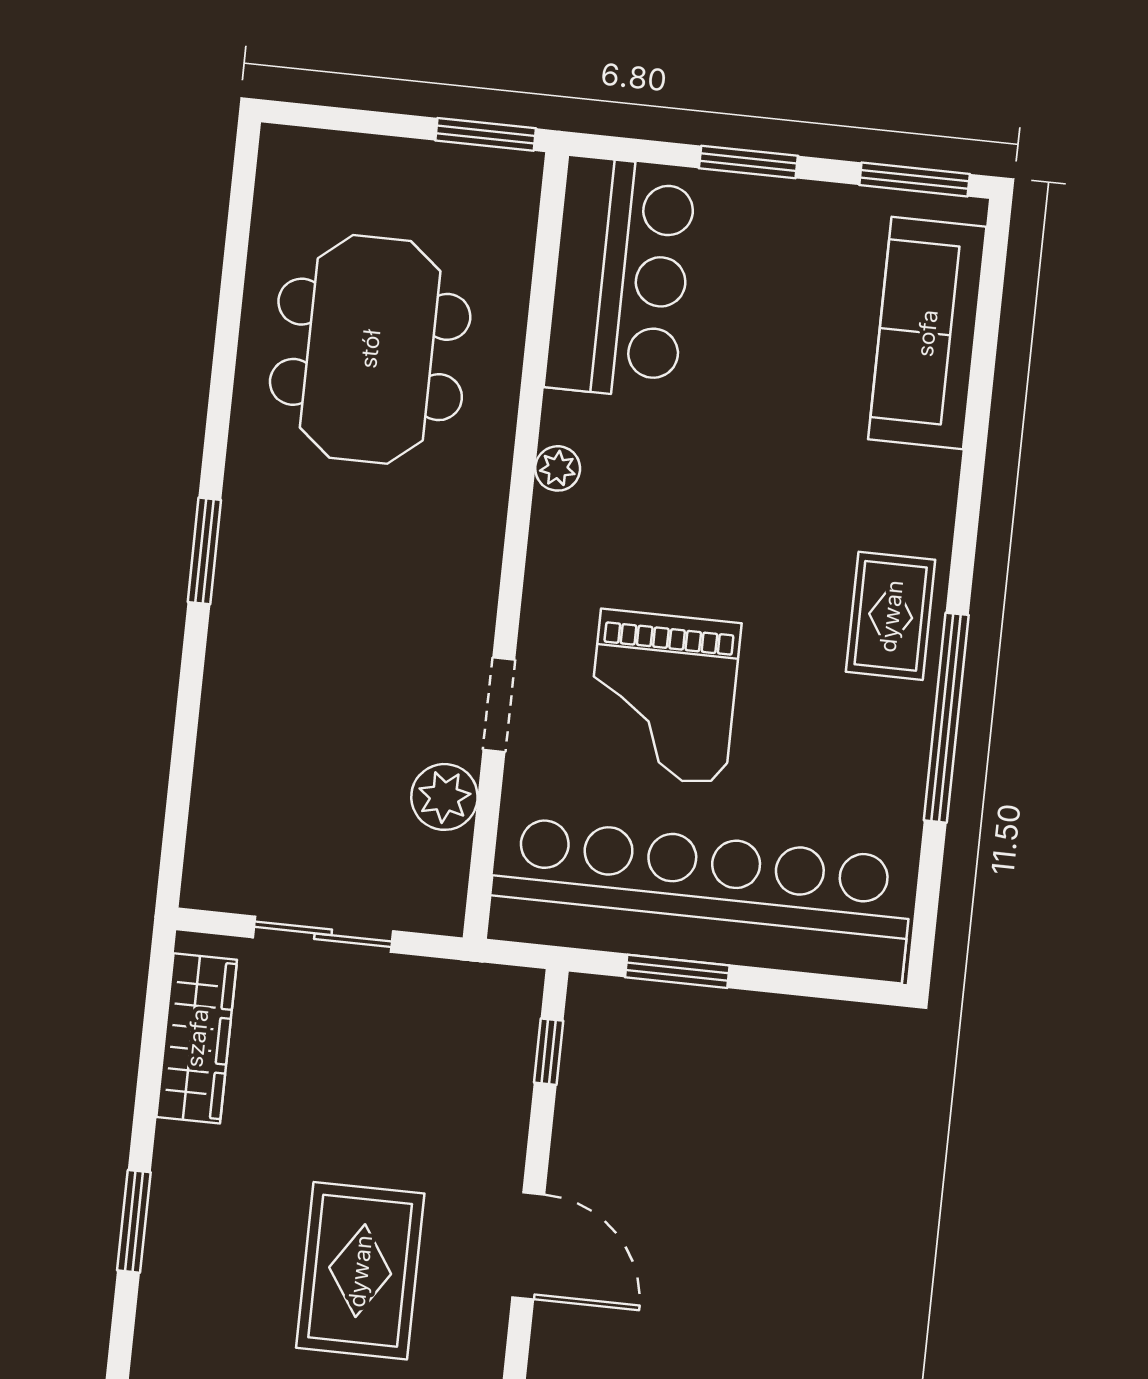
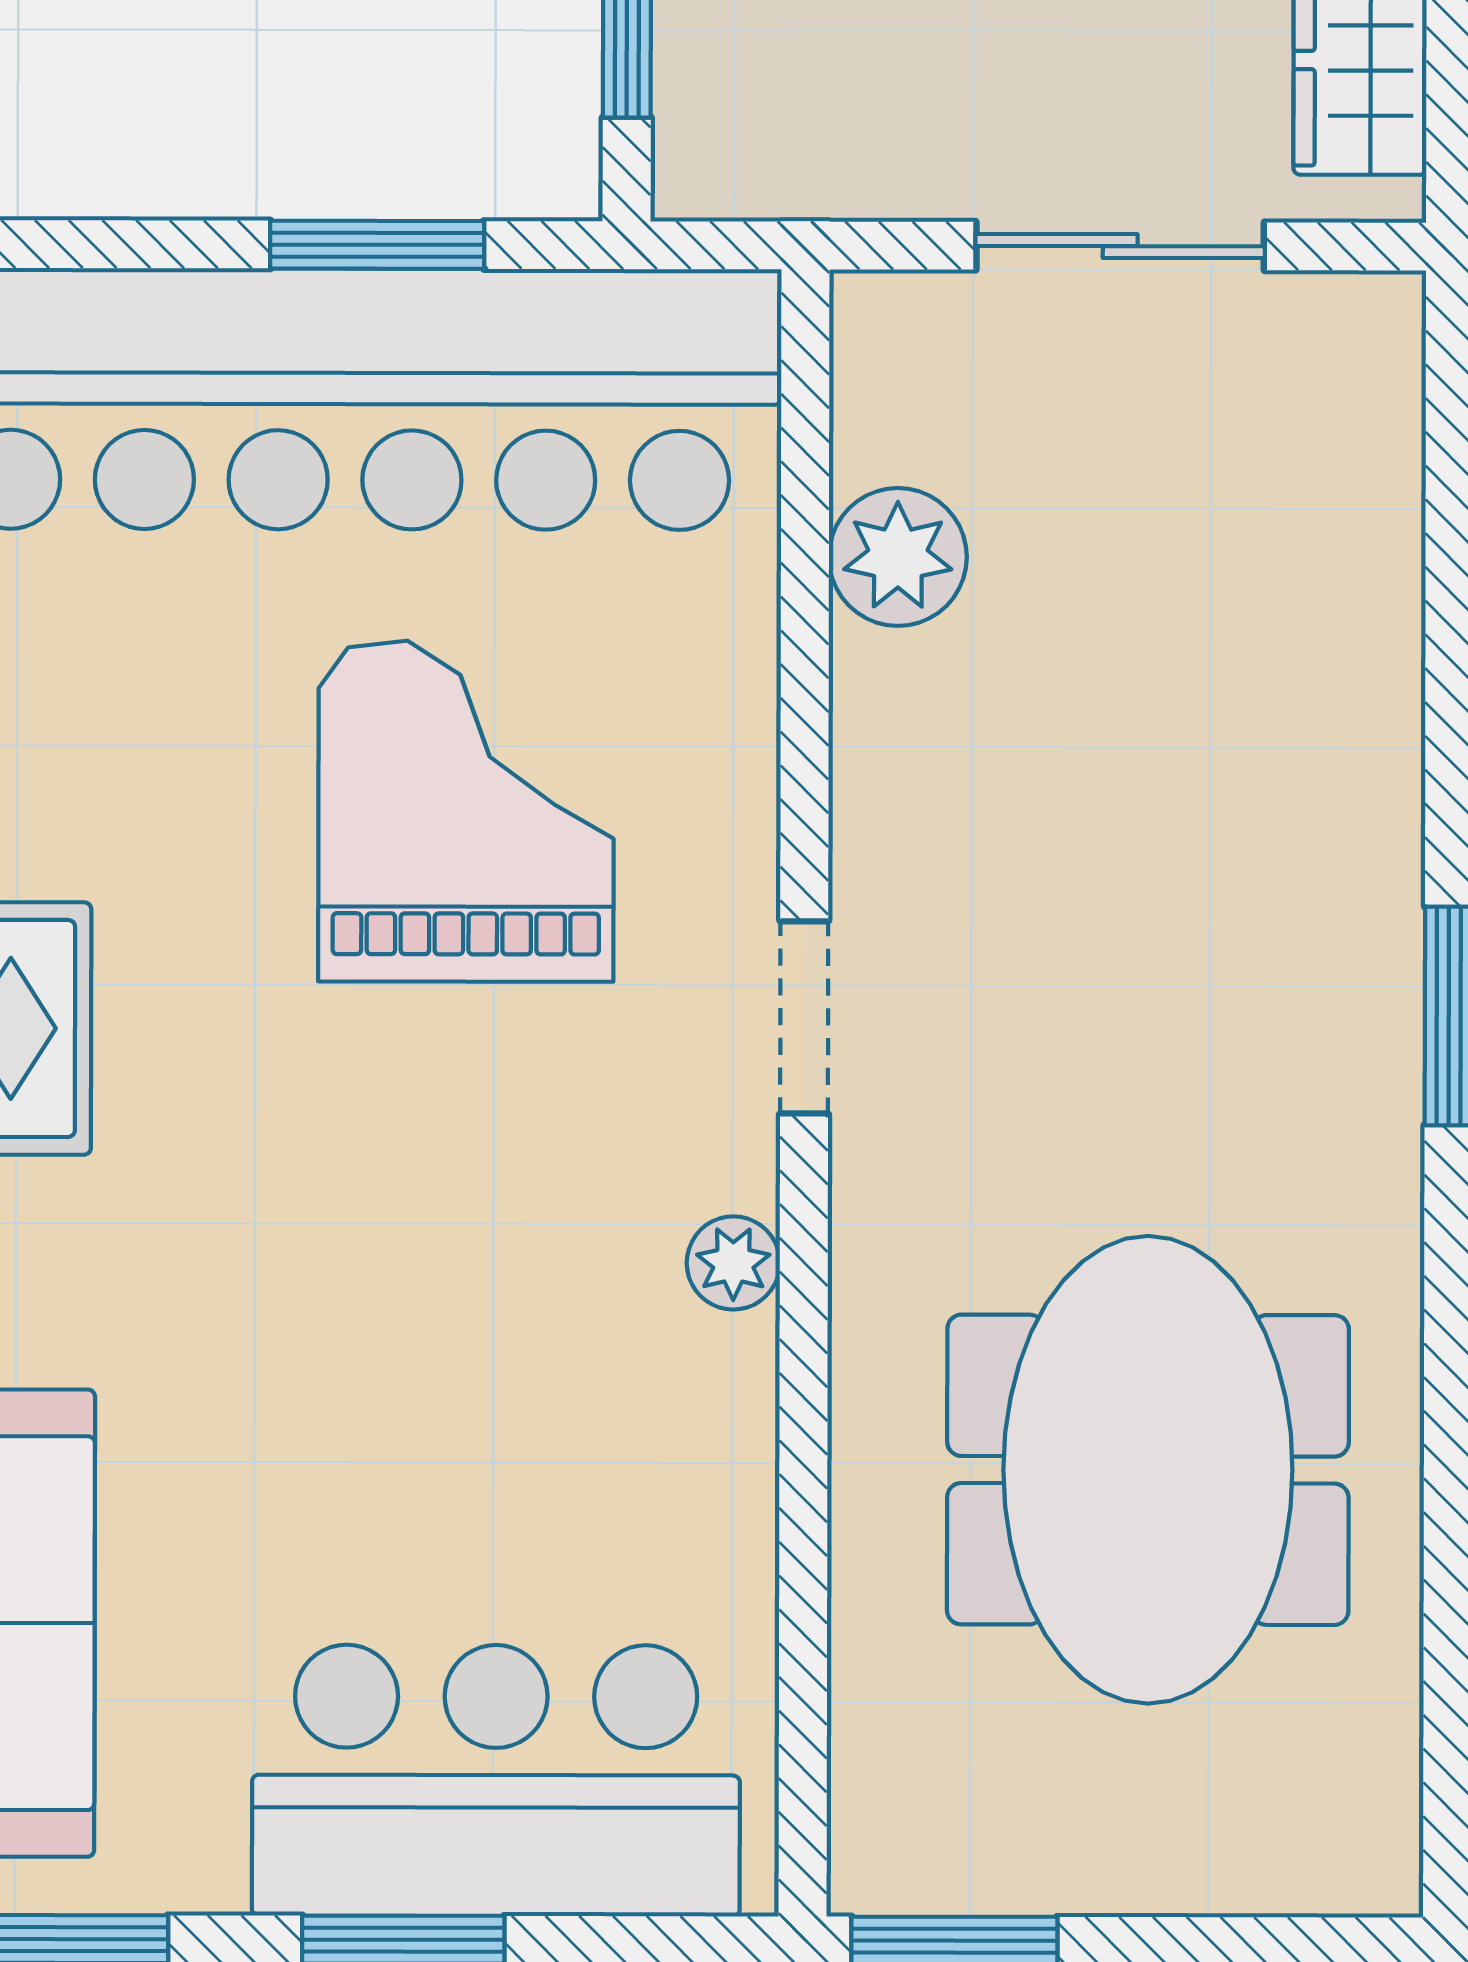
bar counter: (621, 278) -> (496, 1780), moved, turned 90
doorway: (499, 705) -> (804, 1017), moved

